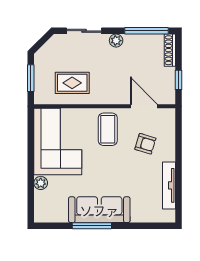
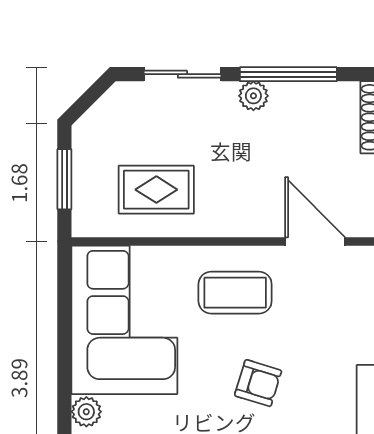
window: (147, 31) -> (288, 74), moved
coffee table: (108, 129) -> (235, 293), turned 90
armchair: (145, 144) -> (258, 383), moved

